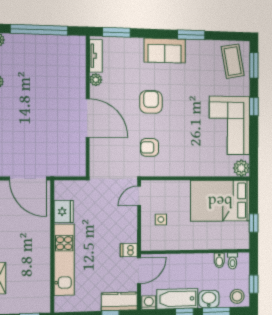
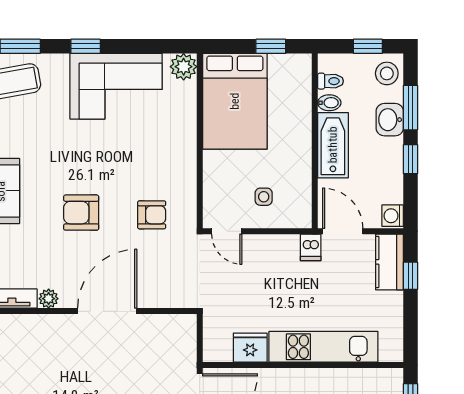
armchair: (149, 147) -> (152, 215), turned -90
bathtub: (177, 299) -> (333, 145), moved, turned 180

